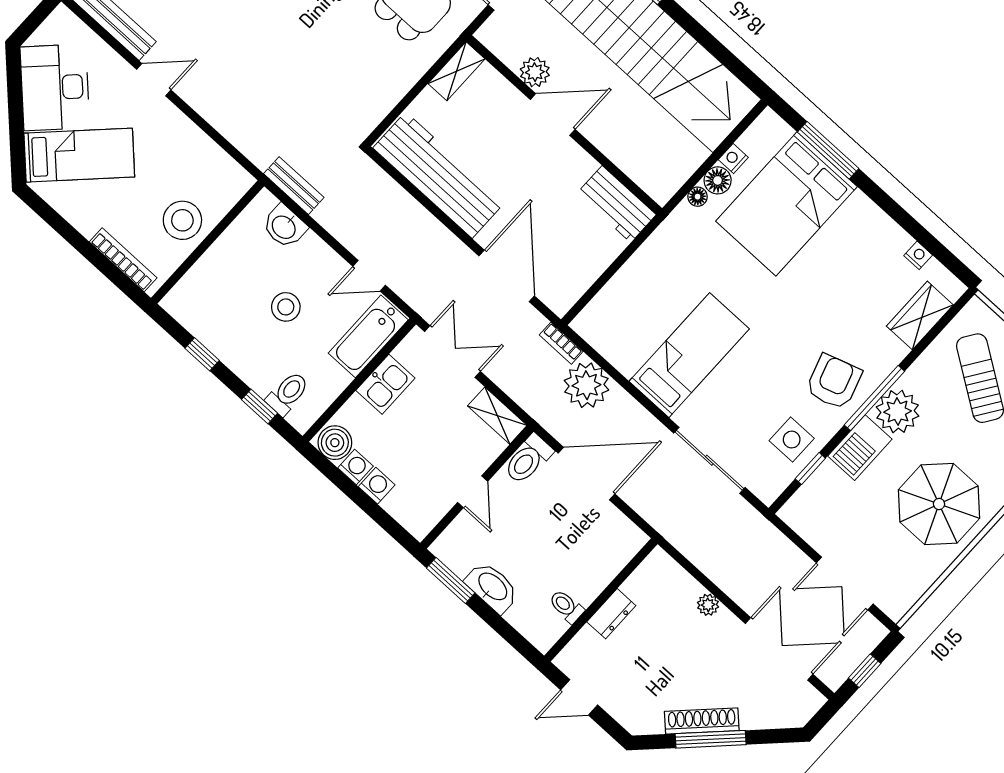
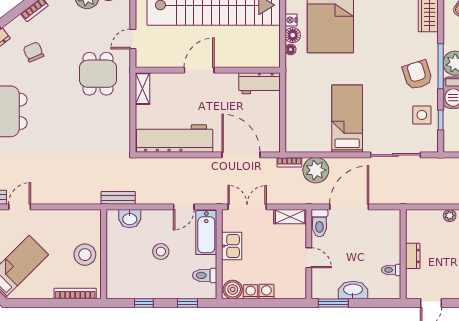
plant: (535, 72) -> (176, 59), removed
toilet: (288, 393) -> (205, 275), moved, turned -90

